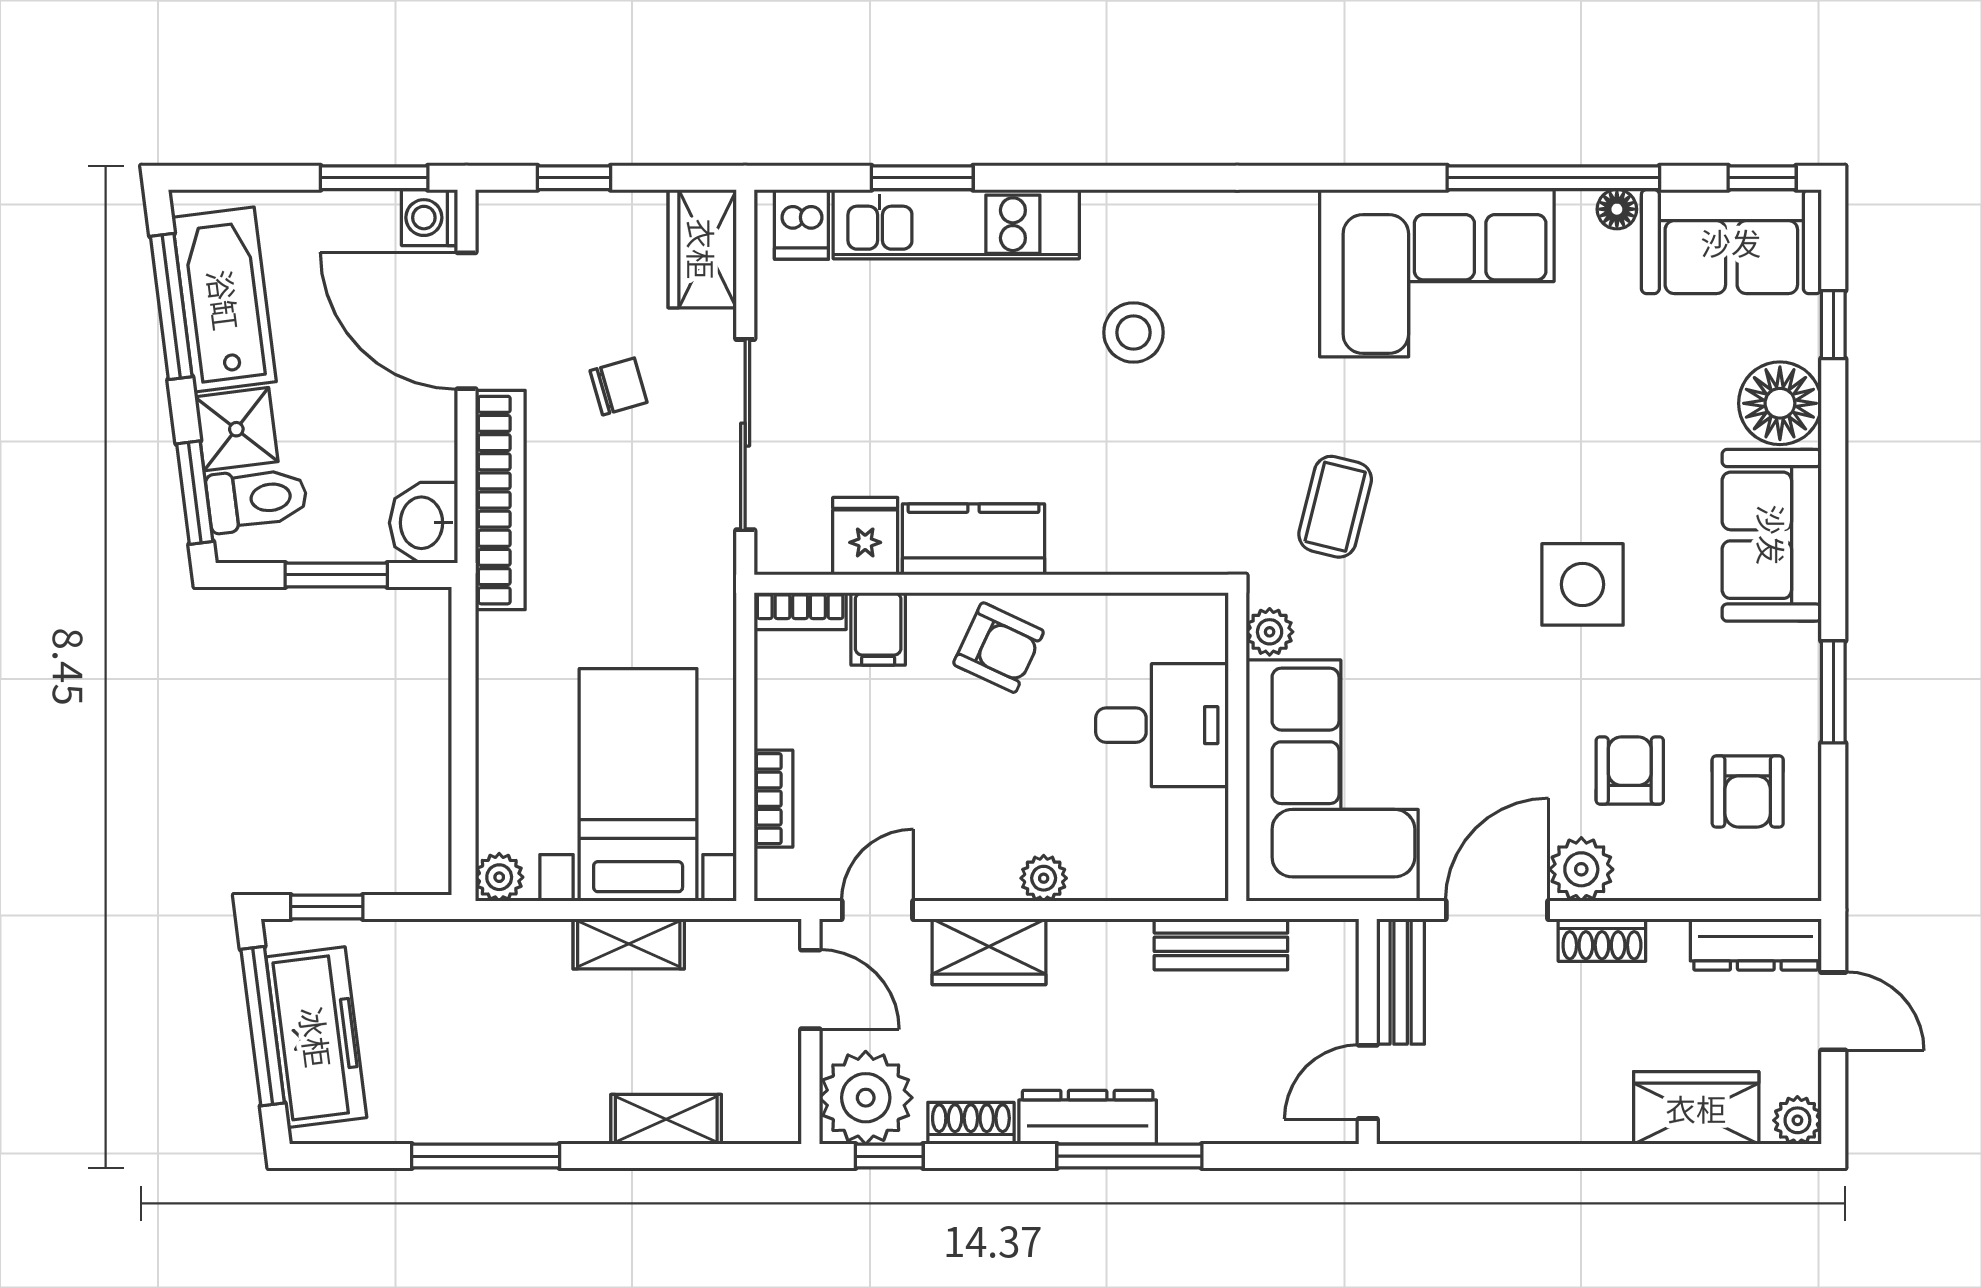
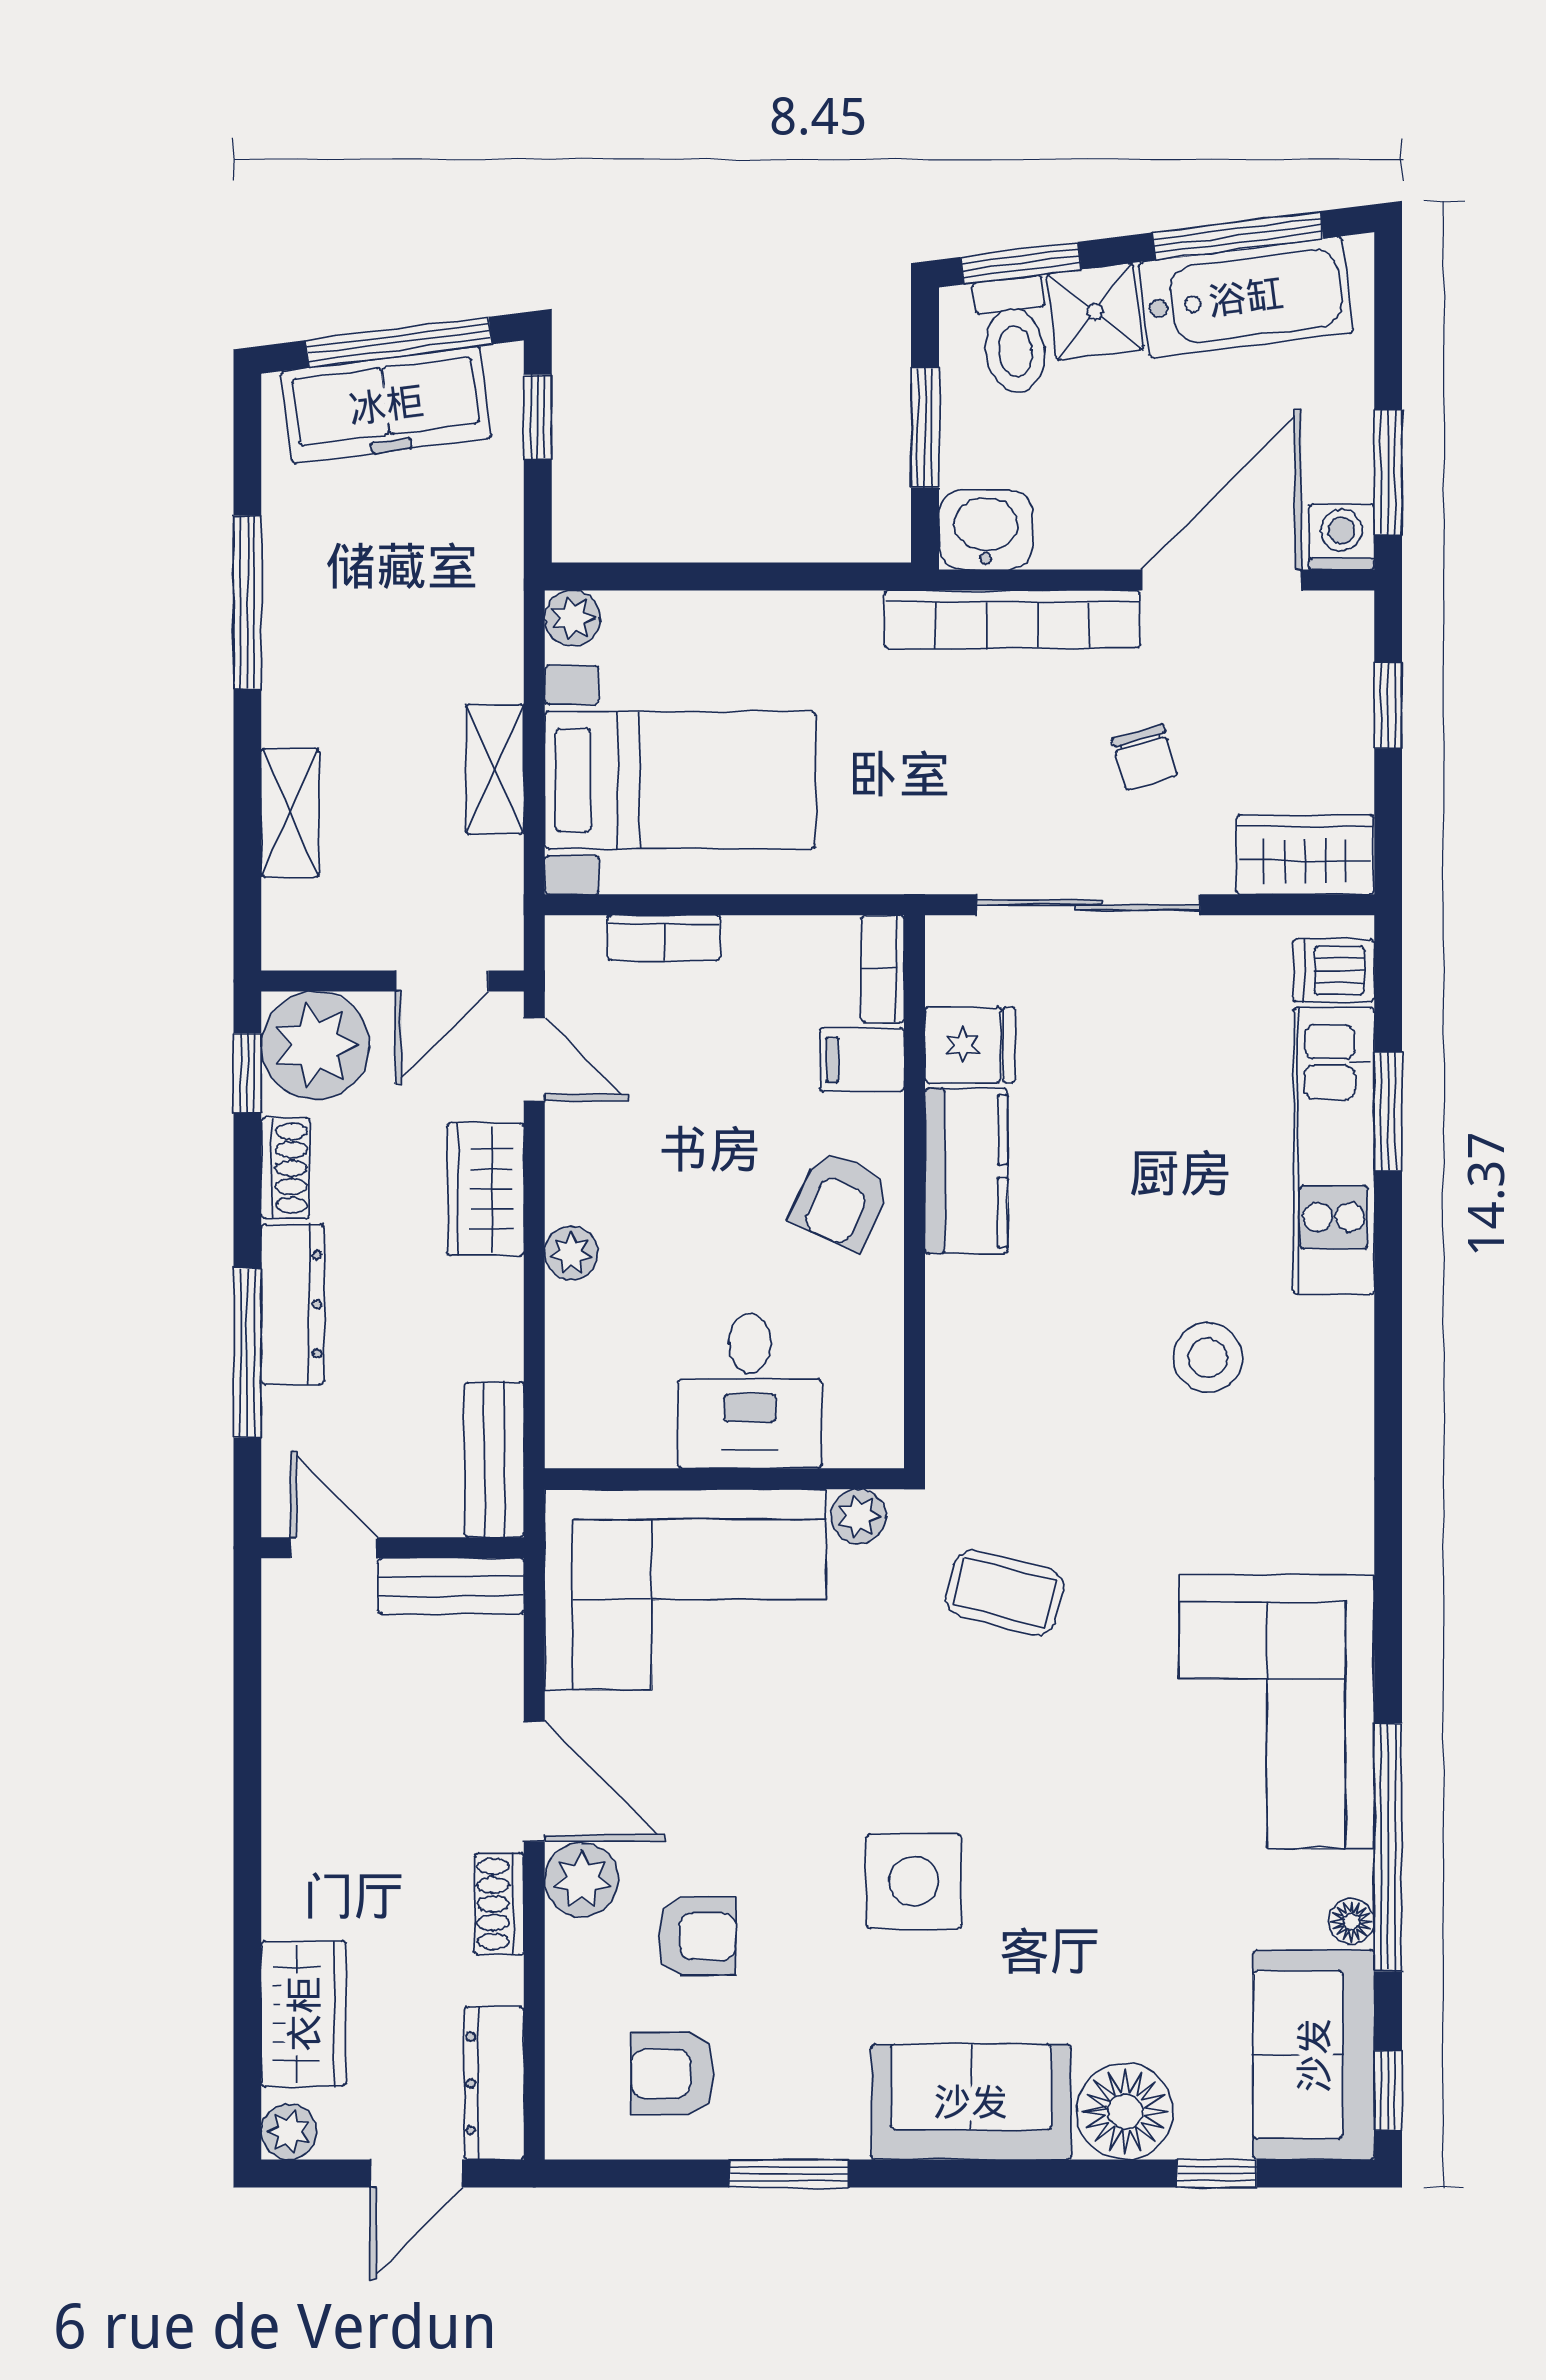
bench: (1401, 981) -> (451, 1586), moved
wall: (1368, 1031) -> (393, 1548), moved
door: (1368, 1082) -> (334, 1548), moved

